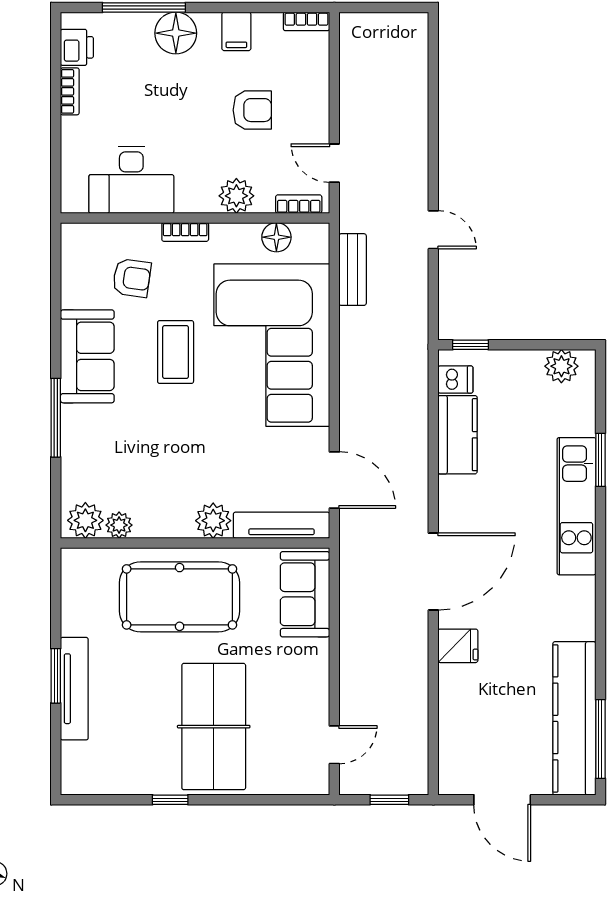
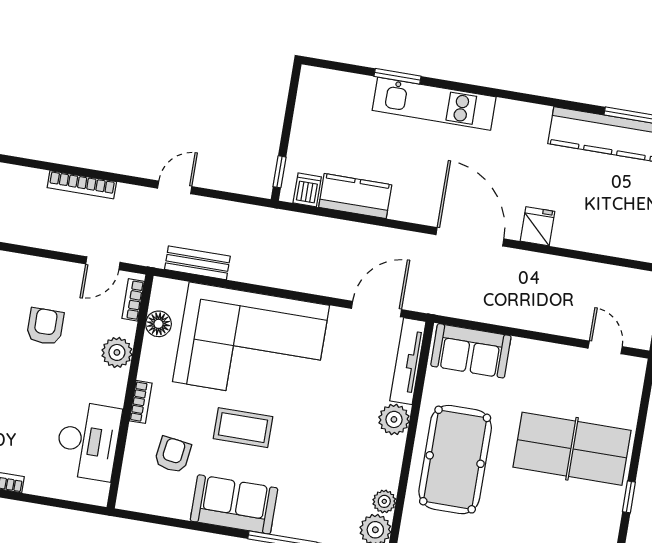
bookcase: (419, 125) -> (82, 185), added
plant: (561, 366) -> (311, 96), removed

